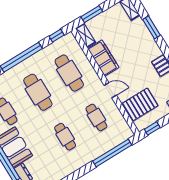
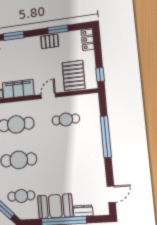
cafe table: (65, 137) -> (69, 156), removed
window: (112, 153) -> (106, 137), moved

